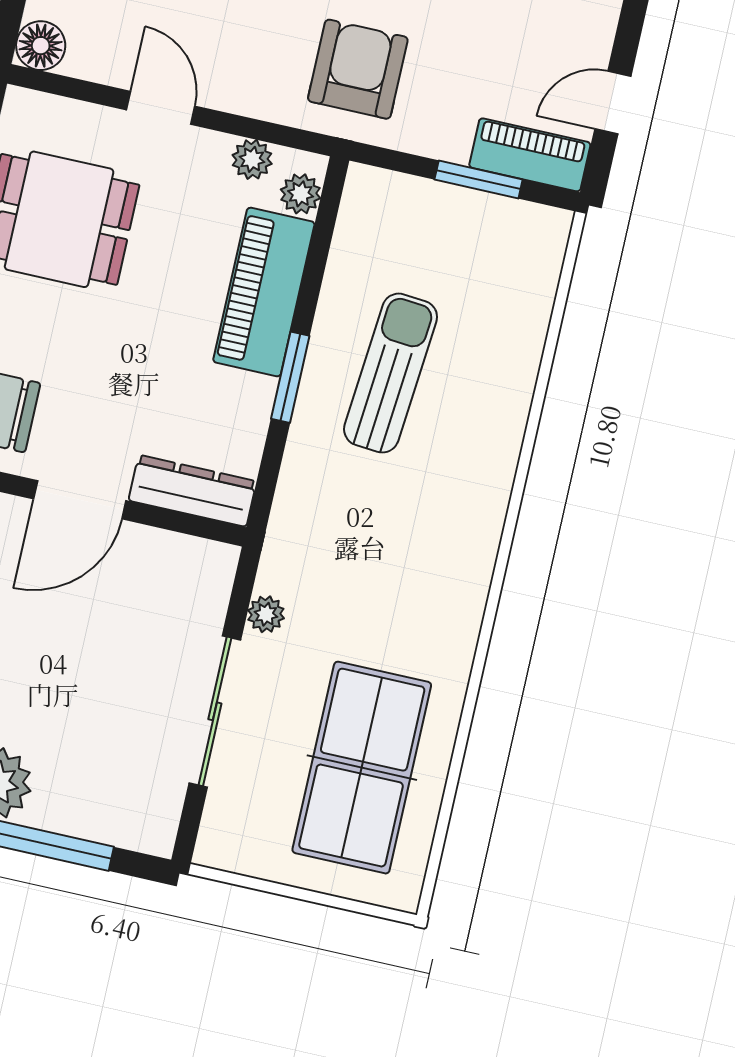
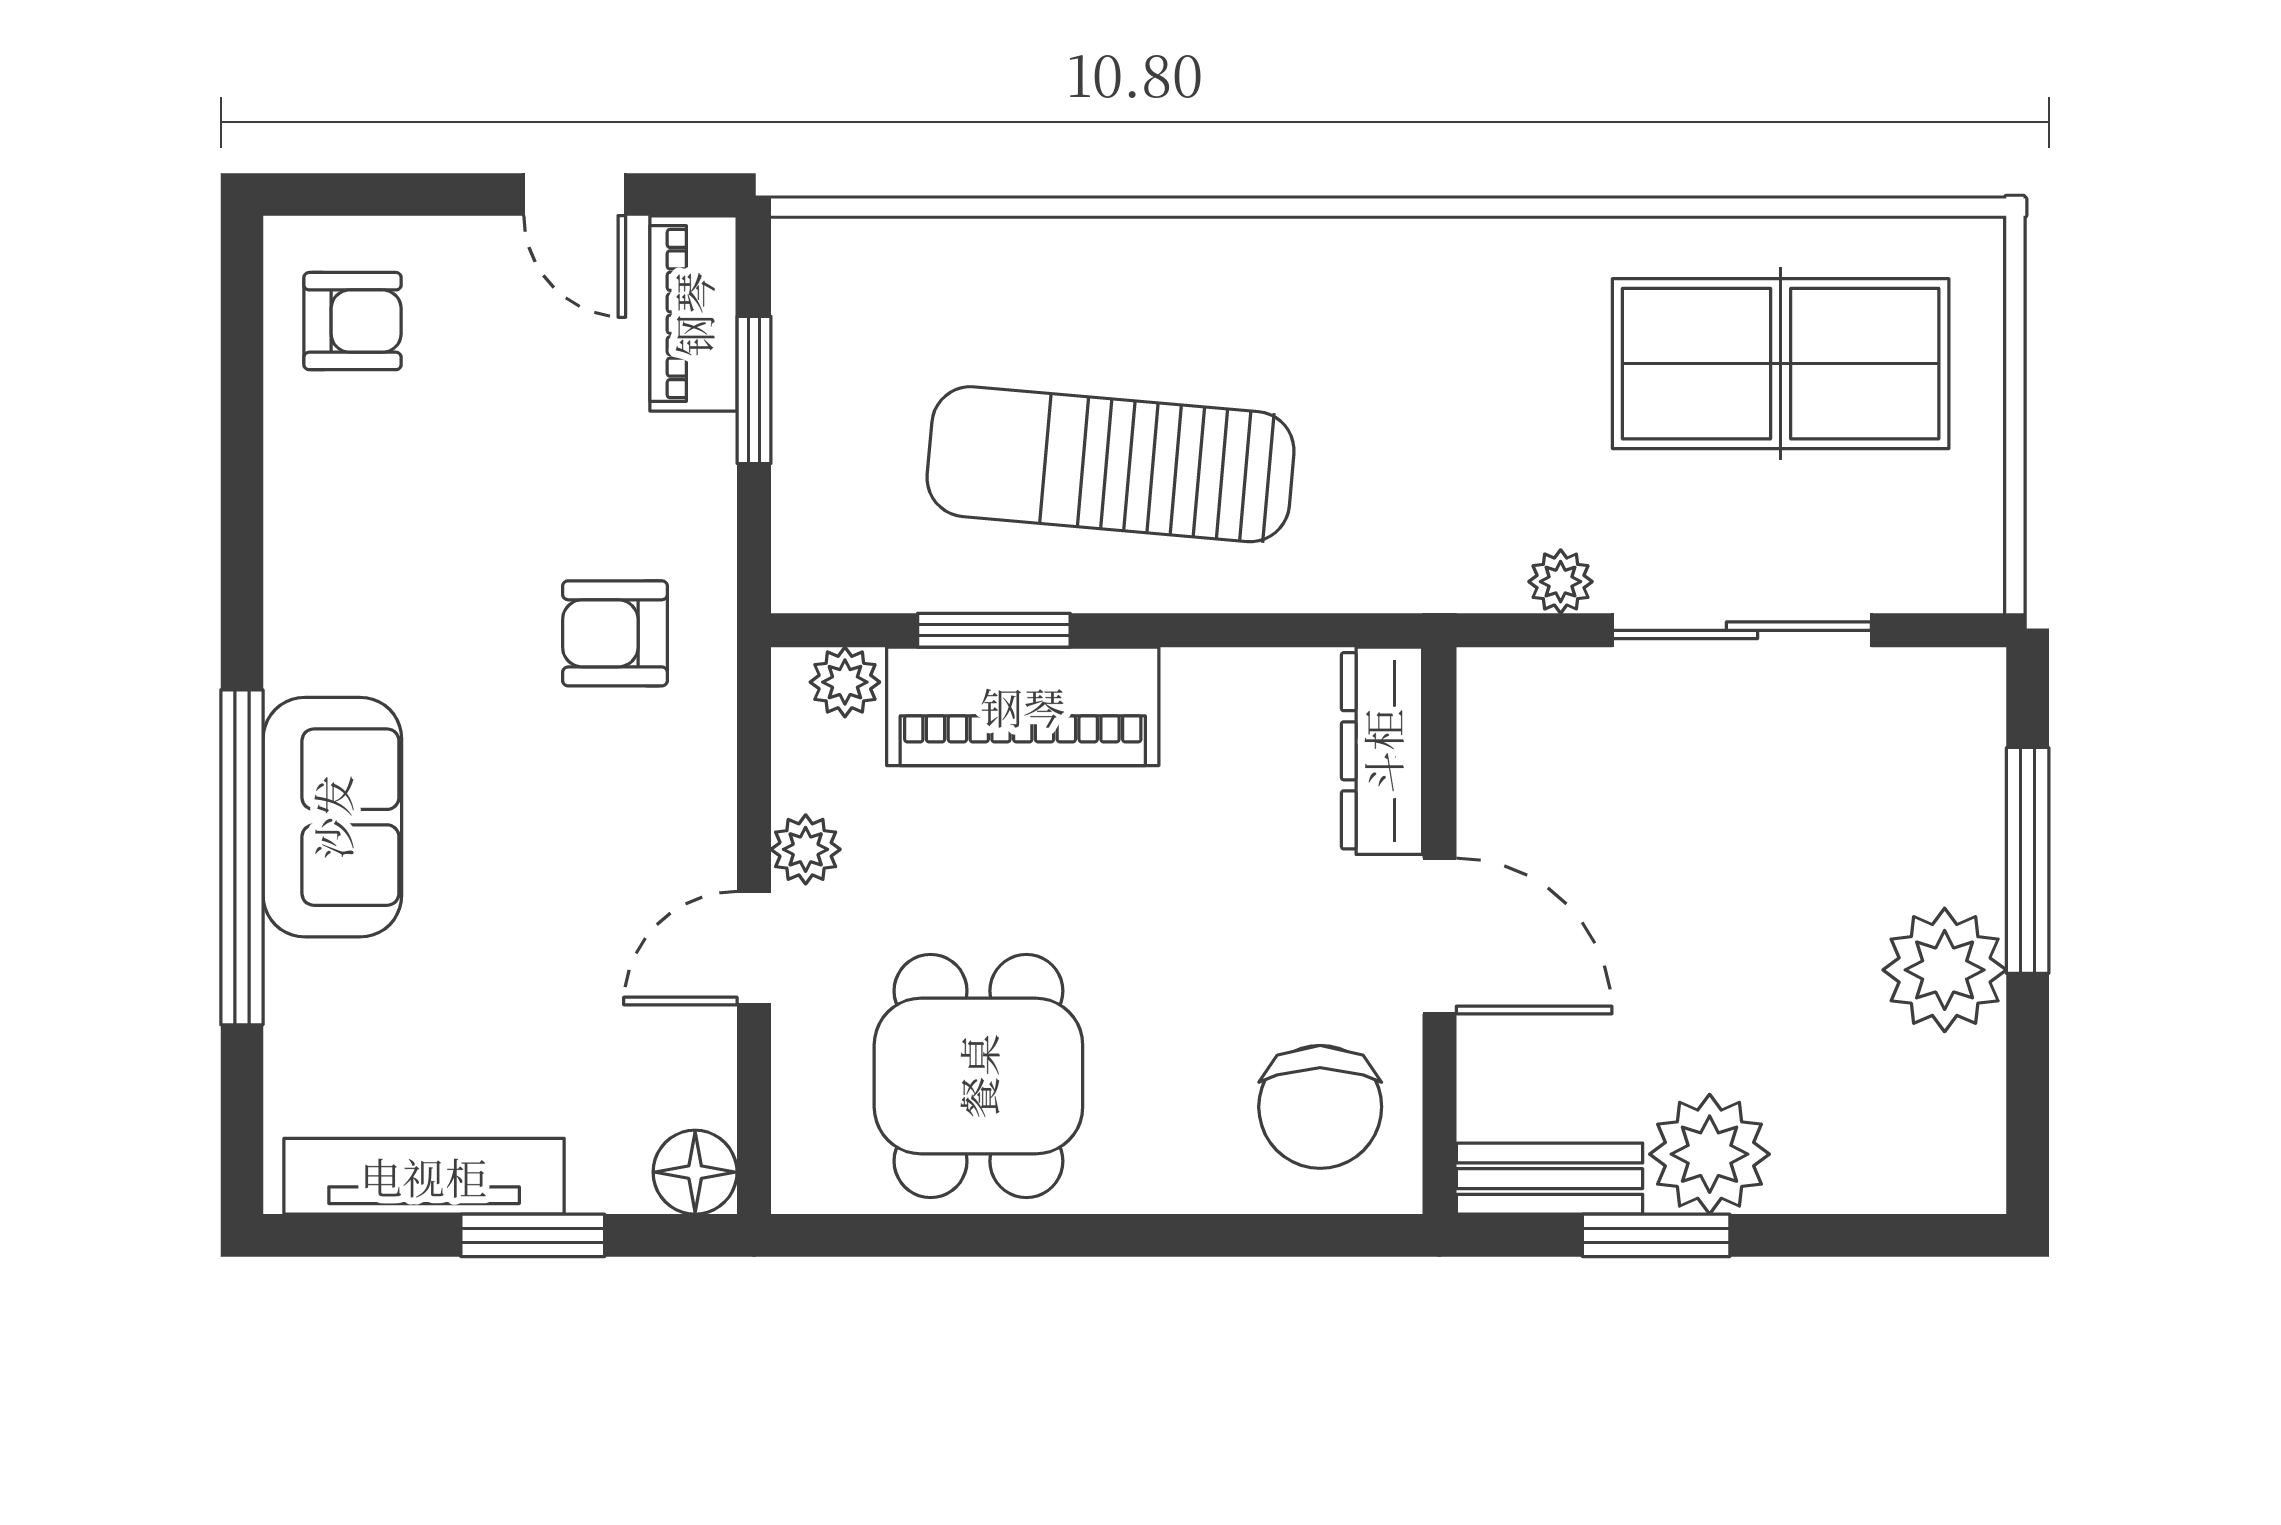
armchair: (358, 69) -> (615, 633), width x0.72, depth x0.72
plant: (252, 159) -> (806, 849), moved
sun lounger: (391, 373) -> (1111, 464), width x1.36, depth x1.34
window: (290, 377) -> (994, 630), moved

